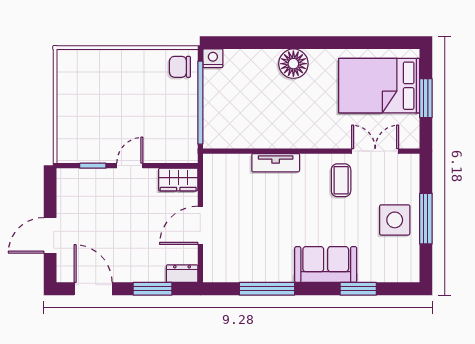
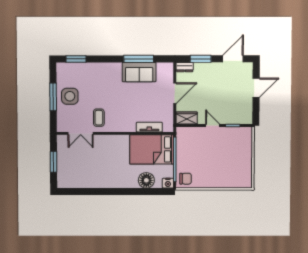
floor lamp: (293, 64) -> (146, 180), moved
bed: (379, 86) -> (152, 149), moved, turned 180
tv unit: (276, 163) -> (149, 127), moved
door: (130, 166) -> (213, 125), swing flipped
sofa: (326, 265) -> (139, 72), moved
door: (93, 289) -> (233, 59), swing flipped
window: (358, 289) -> (76, 59), moved

